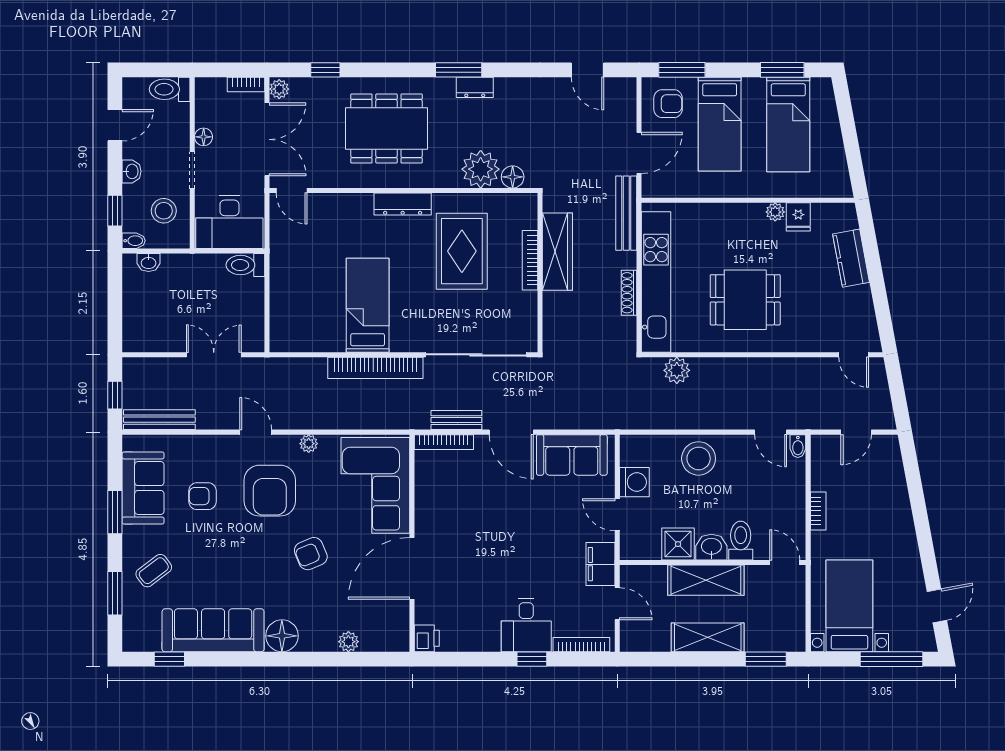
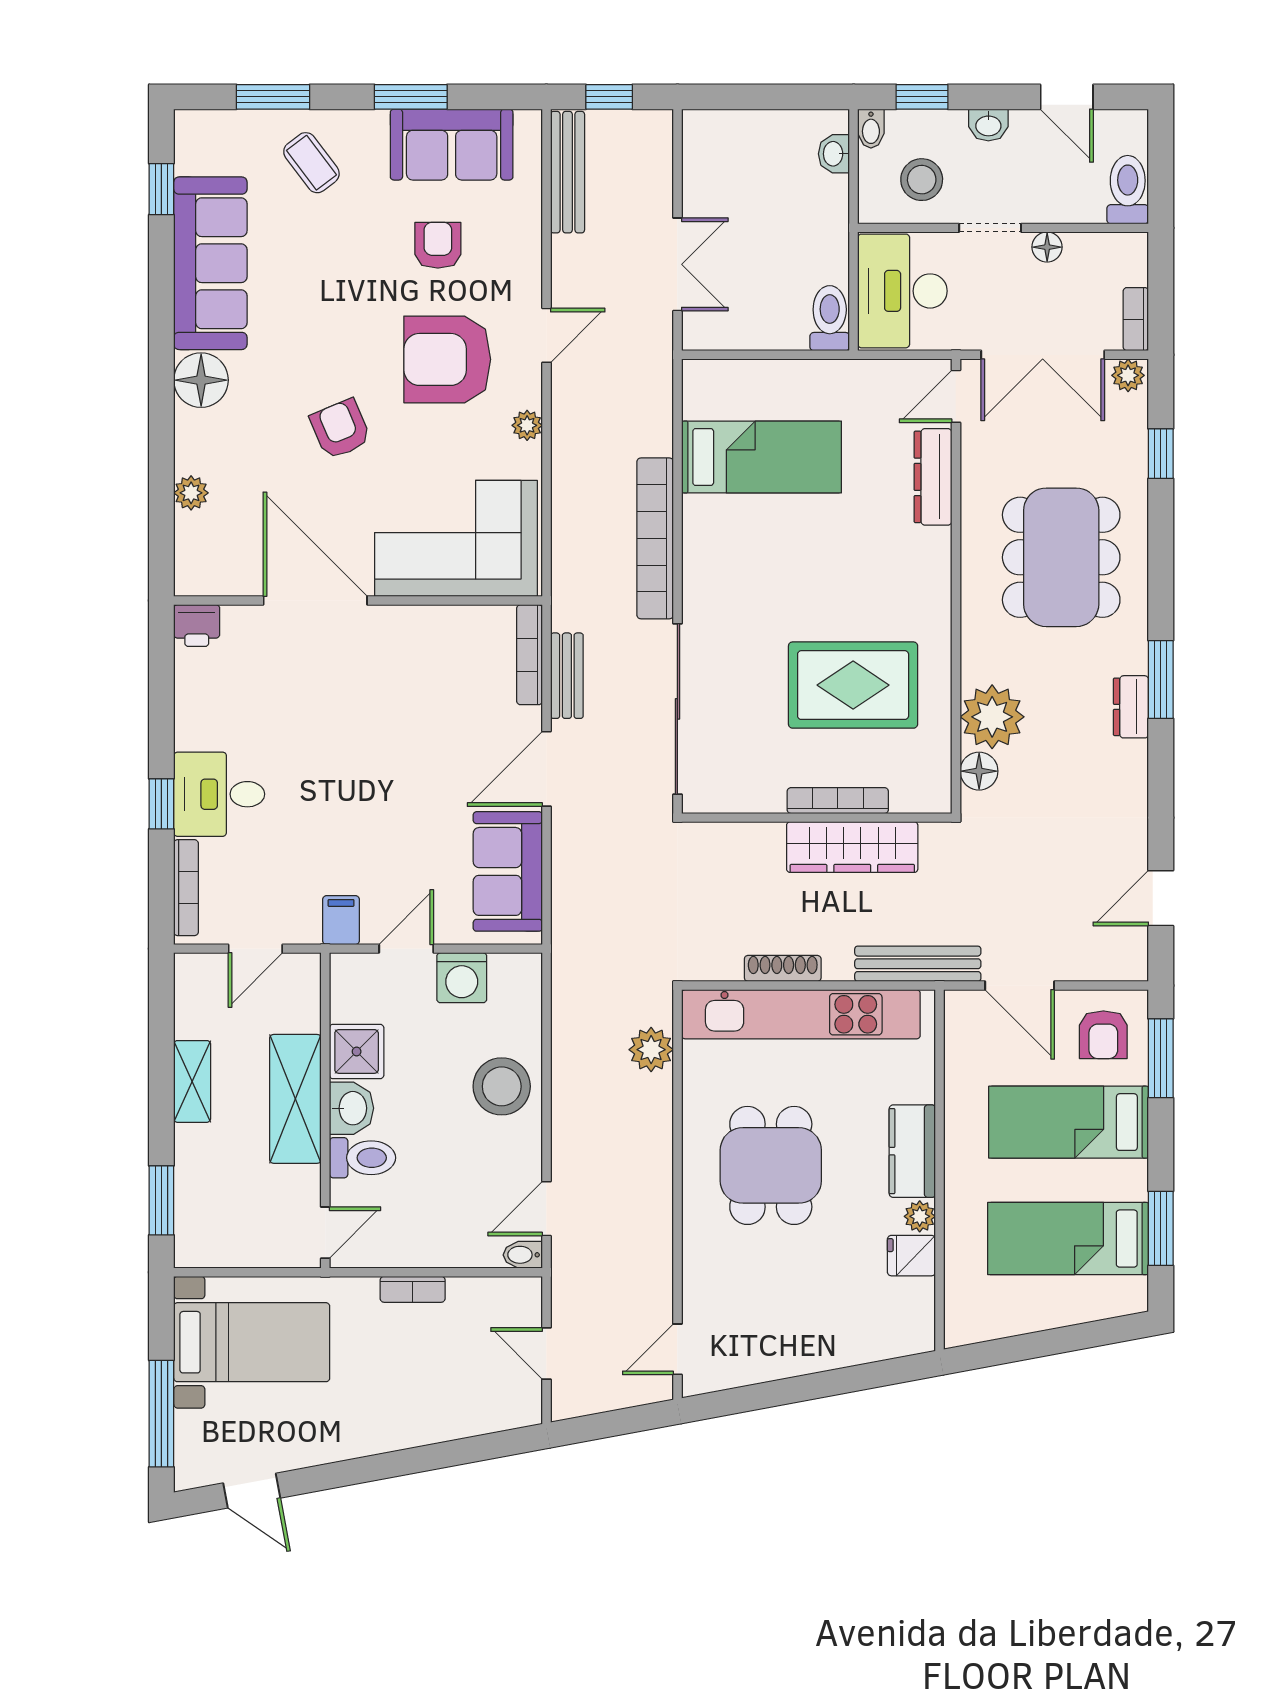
dresser: (403, 204) -> (933, 477), moved
kitchen counter: (851, 258) -> (912, 1151), moved, turned -79
bed: (368, 305) -> (762, 457), moved
filing cabinet: (600, 564) -> (341, 920), width x0.50
shelving: (708, 637) -> (192, 1081), width x0.67, depth x0.75

